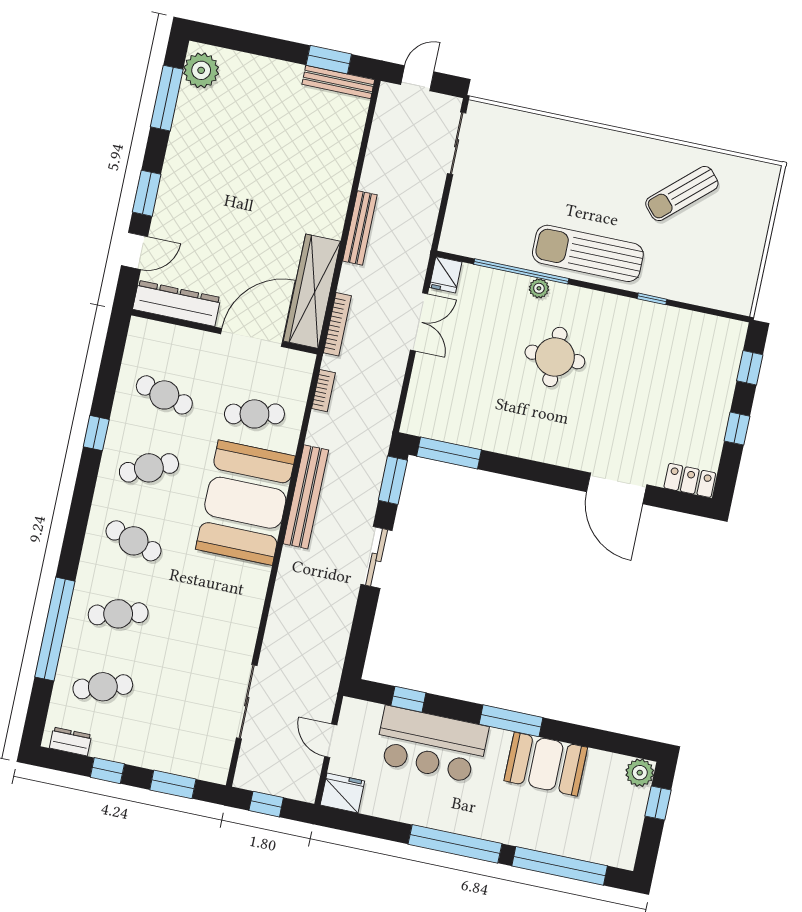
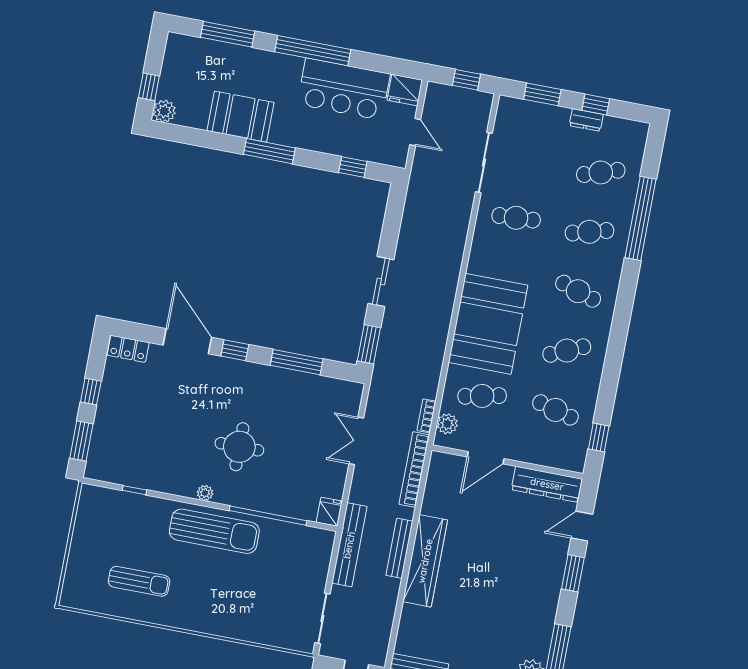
sun lounger: (682, 193) -> (139, 581), turned 42
plant: (539, 288) -> (205, 493), moved
wardrobe: (312, 291) -> (425, 561), moved
window: (652, 299) -> (135, 490), moved
double door: (419, 322) -> (356, 441), moved
bookcase: (337, 324) -> (414, 470), width x1.48, depth x1.31
door: (252, 338) -> (486, 458), width x0.73
window: (750, 368) -> (81, 441), width x1.50
plant: (298, 380) -> (447, 424), added
window: (96, 433) -> (599, 437), moved
window: (449, 453) -> (297, 362), moved
window: (558, 476) -> (235, 350), added
bench: (306, 497) -> (349, 545), moved
cafe table: (208, 633) -> (516, 218), added
dresser: (70, 741) -> (586, 120), moved
bar counter: (431, 744) -> (344, 89), moved, turned 180
window: (560, 866) -> (228, 34), width x0.68

